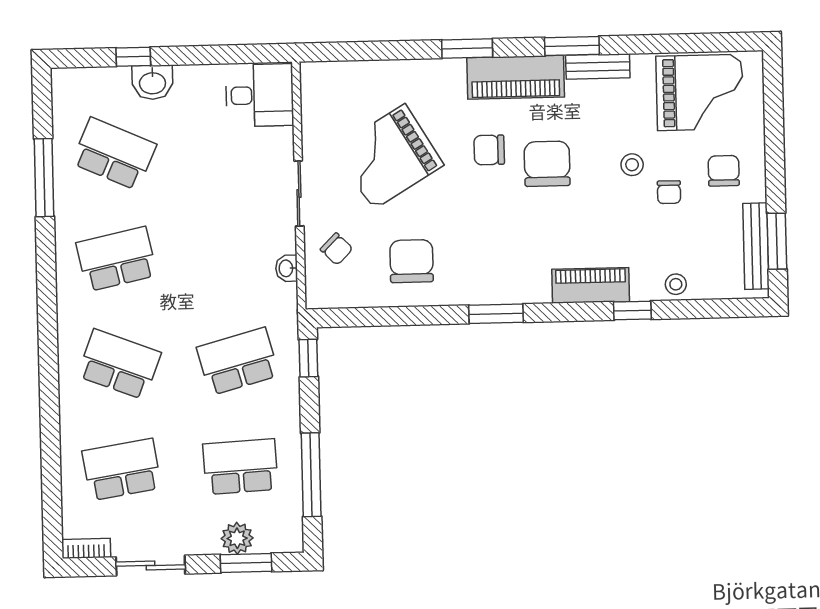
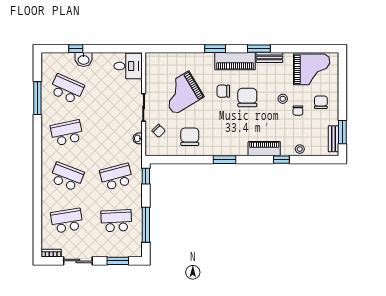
bench: (756, 246) -> (334, 139), width x0.73
plant: (237, 538) -> (114, 251), removed

